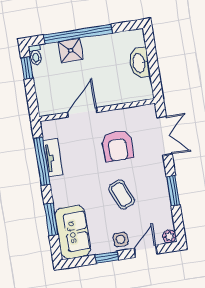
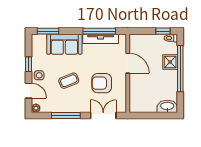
washbasin: (139, 63) -> (167, 106), moved
double door: (165, 136) -> (103, 115), swing flipped
tv unit: (53, 158) -> (101, 39), width x1.41
window: (173, 191) -> (66, 115), width x1.44
window: (51, 219) -> (48, 31), moved
sofa: (73, 232) -> (64, 44), moved

